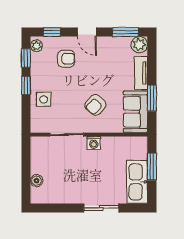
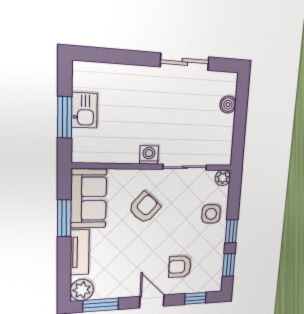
plant: (36, 46) -> (223, 178), moved
kitchen sink: (137, 182) -> (84, 110), width x0.53, depth x0.81
sliding door: (101, 208) -> (185, 62), moved

